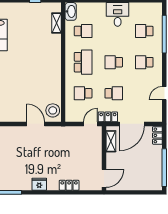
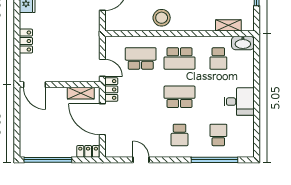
school desk: (114, 62) -> (180, 97), width x1.85
school desk: (144, 62) -> (180, 135), turned 180
school desk: (83, 93) -> (141, 59), width x1.85
school desk: (114, 93) -> (141, 97), removed
stool: (53, 110) -> (162, 18), moved

